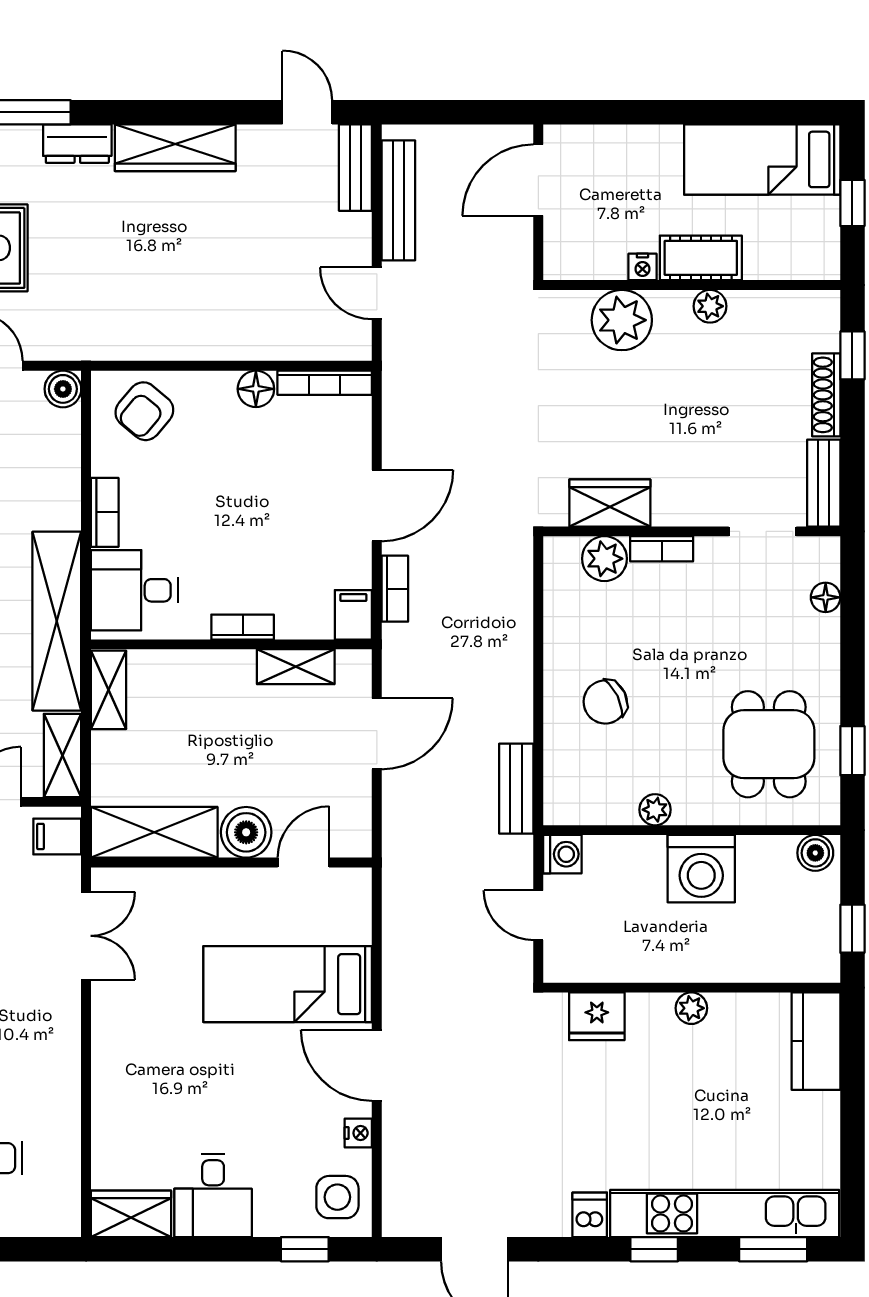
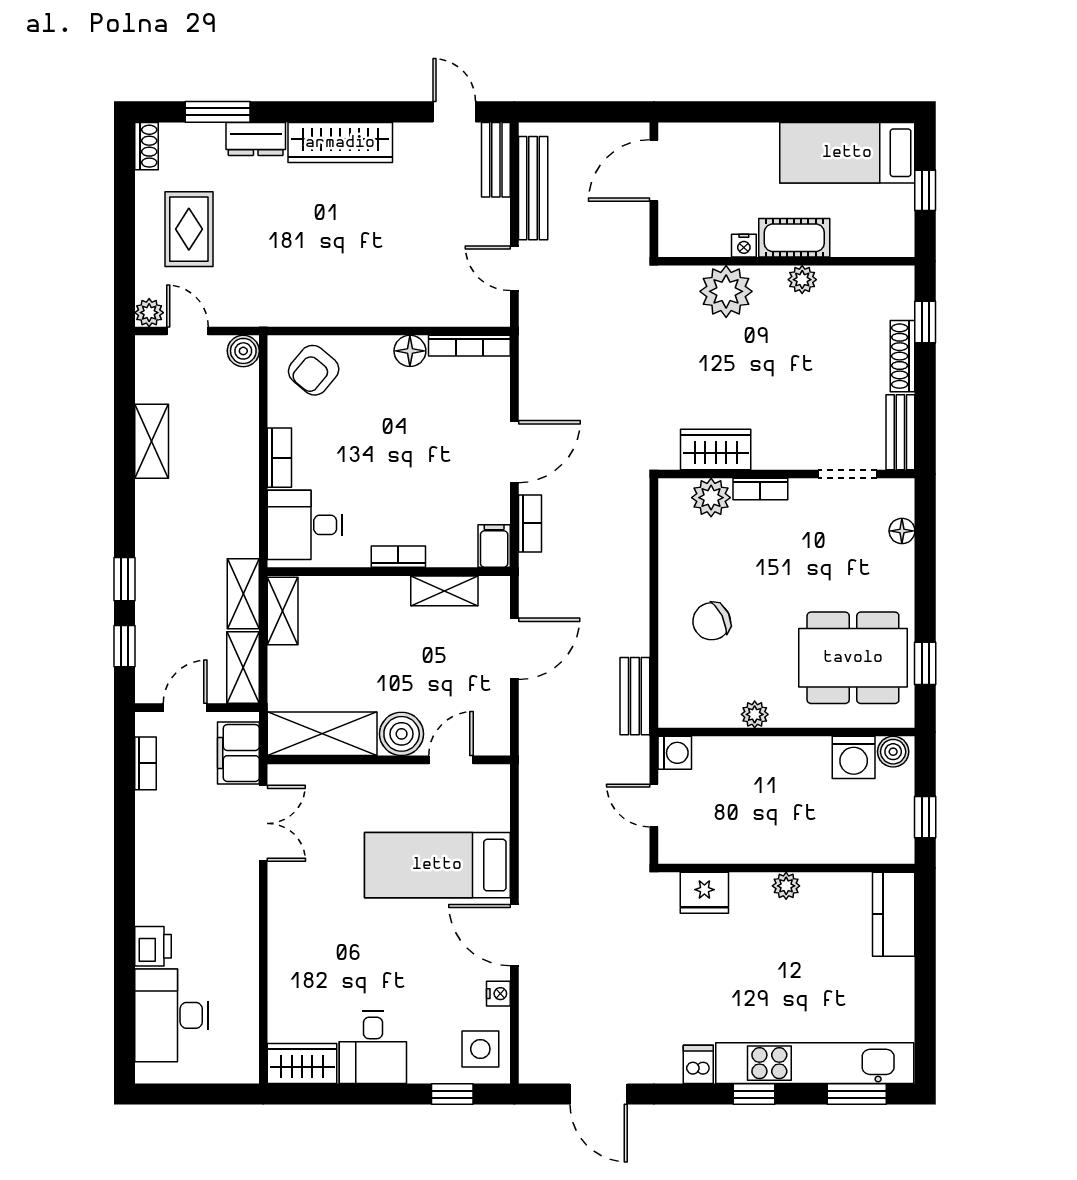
shelving: (57, 621) -> (243, 594), width x0.45, depth x0.75
dining table: (769, 744) -> (853, 658), width x1.37
filing cabinet: (57, 836) -> (238, 753), width x2.00
washing machine: (701, 869) -> (854, 757), moved, width x0.73, depth x0.73

